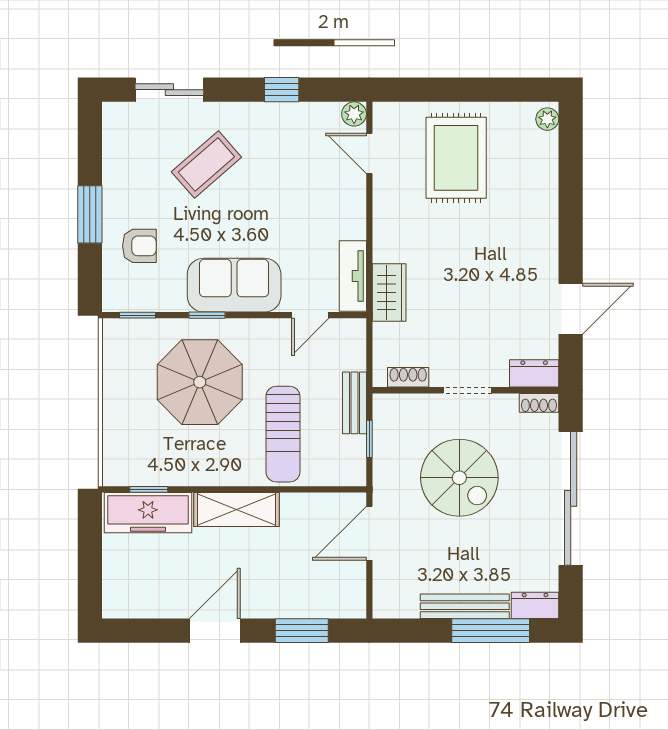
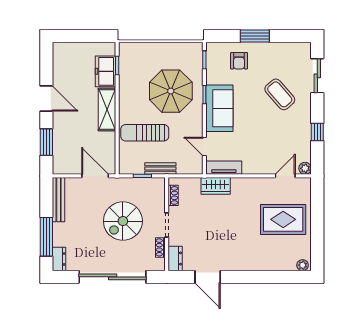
shoe rack: (539, 403) -> (160, 247), moved
freezer: (148, 513) -> (105, 71), width x0.71
bench: (465, 606) -> (59, 200), moved

